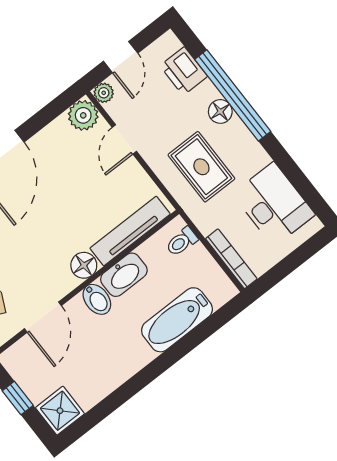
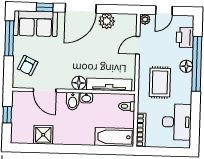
plant: (83, 115) -> (107, 21), moved
washbasin: (124, 275) -> (86, 98), width x0.52, depth x0.69
door: (43, 317) -> (45, 90), hinge flipped
bathtub: (177, 320) -> (114, 137), moved
shower: (60, 411) -> (43, 135), moved

